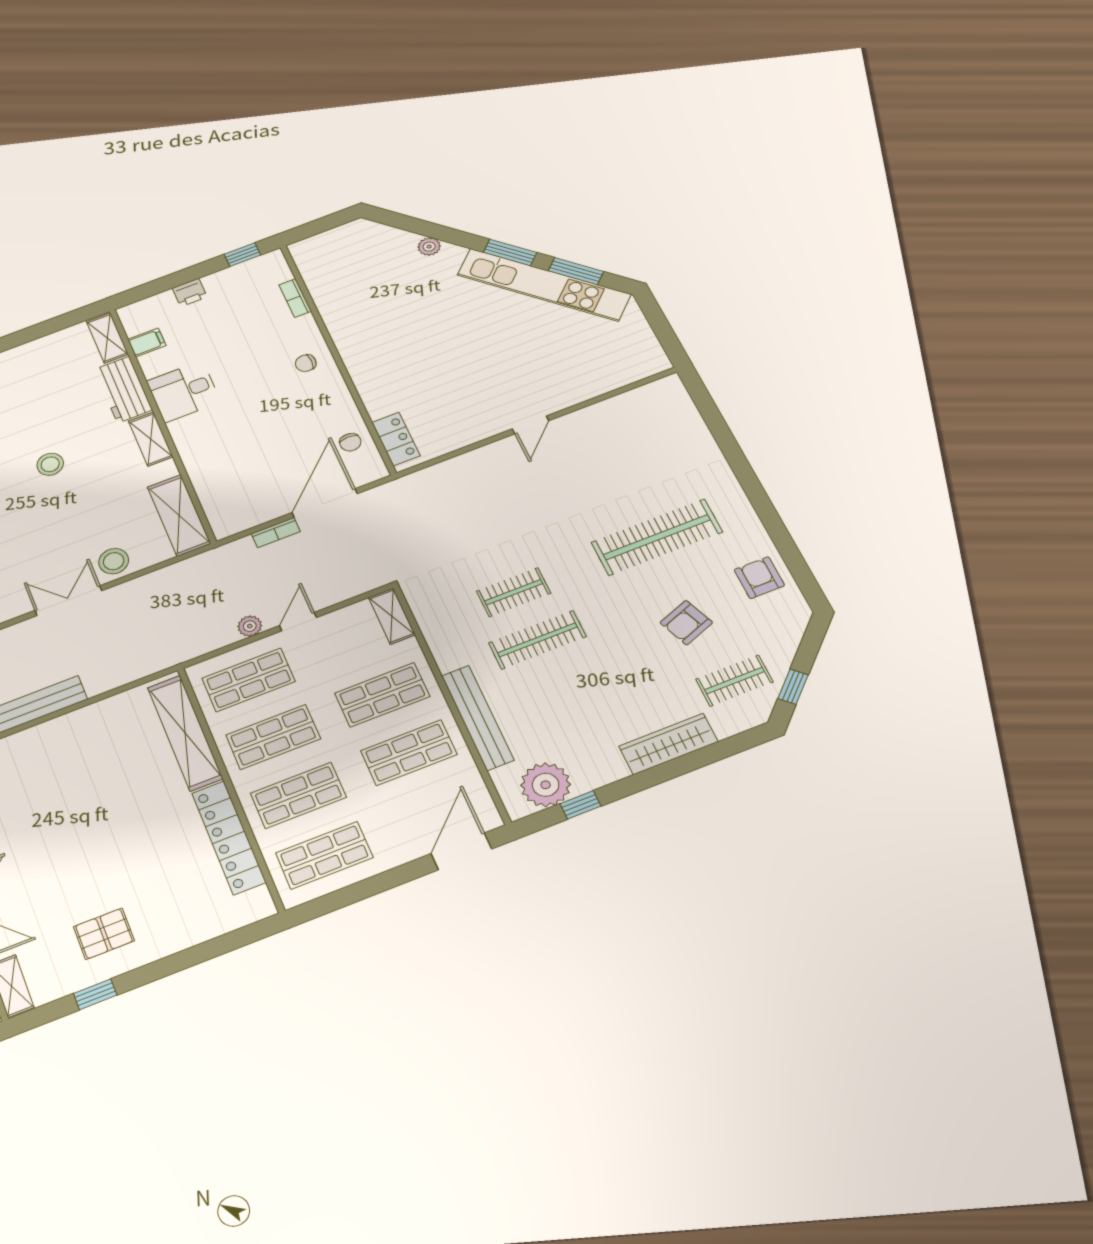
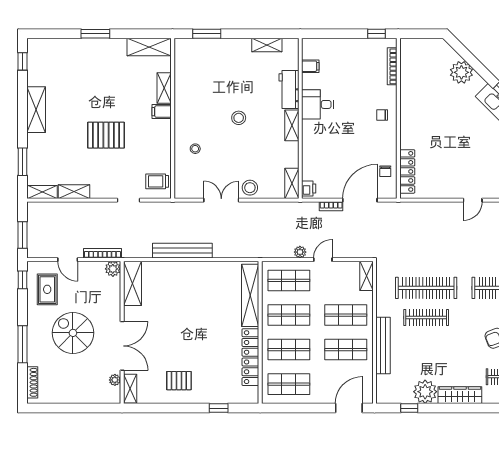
plant: (429, 247) -> (461, 72), width x1.88, depth x1.88
printer: (190, 293) -> (309, 189), moved, turned -90
bookcase: (295, 298) -> (392, 66), width x1.56
shelving: (107, 338) -> (267, 45), moved, turned 90
locker: (396, 439) -> (407, 171), width x1.53
shelving: (179, 515) -> (292, 183), width x0.67, depth x0.75
clothes rail: (514, 592) -> (426, 288), width x1.86, depth x1.31
plant: (546, 785) -> (425, 392), moved
window: (95, 994) -> (219, 408), moved

